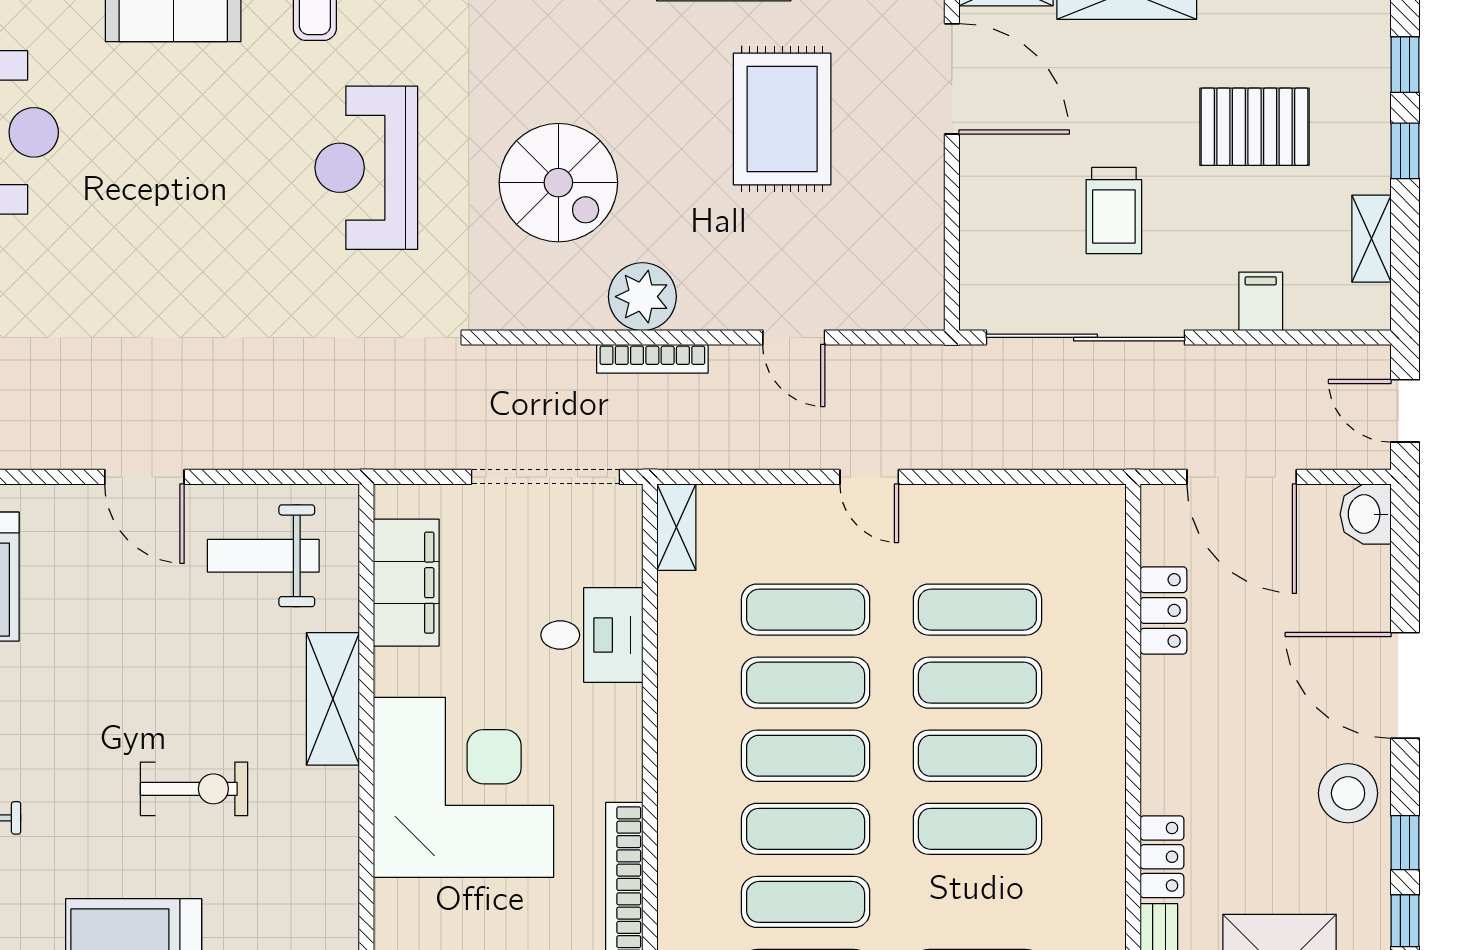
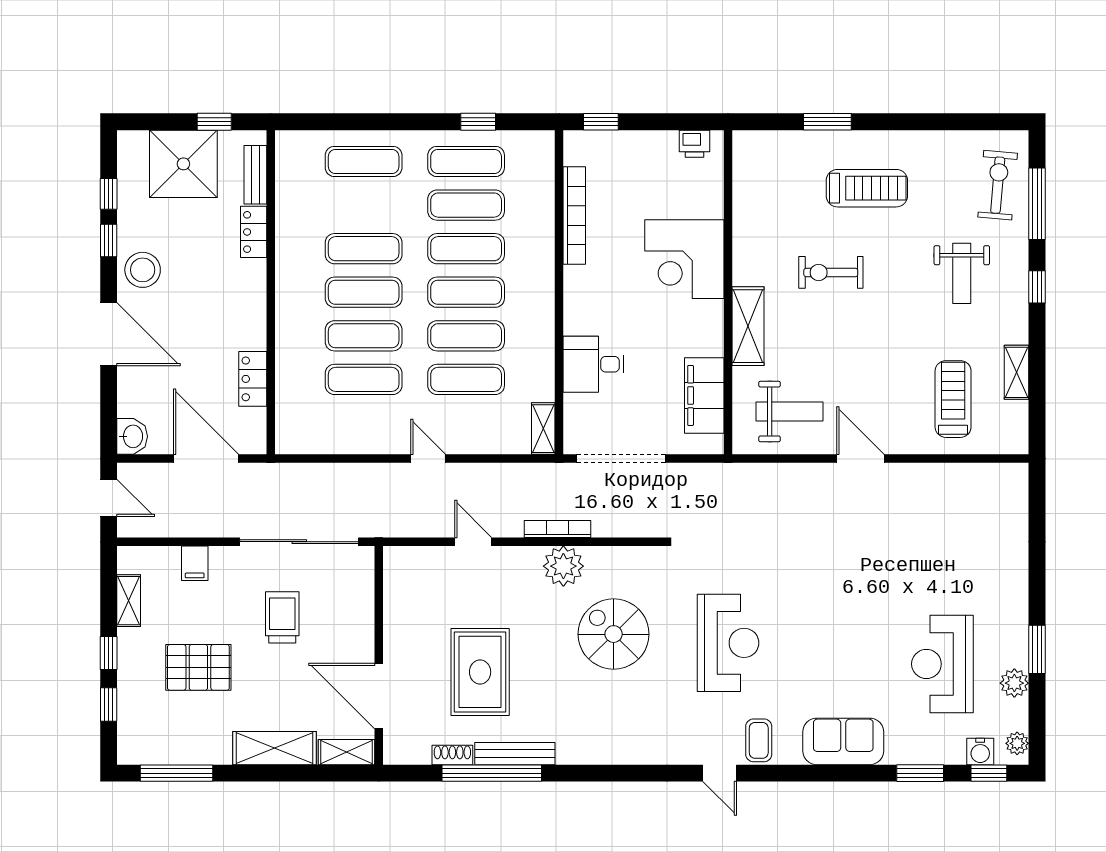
corner desk: (463, 787) -> (684, 259), width x0.74, depth x0.74

